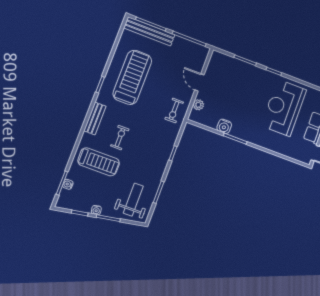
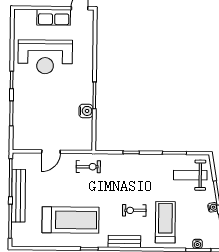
bench: (149, 31) -> (18, 196), moved
treadmill: (132, 77) -> (70, 220), turned 180
plant: (198, 105) -> (74, 145), removed

